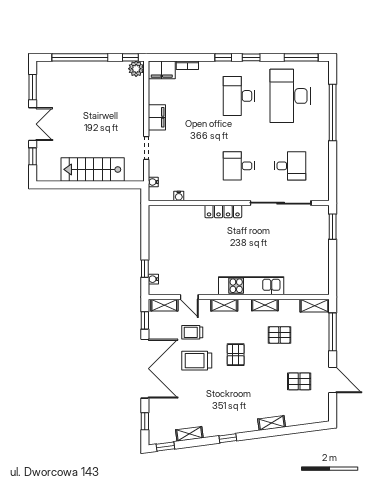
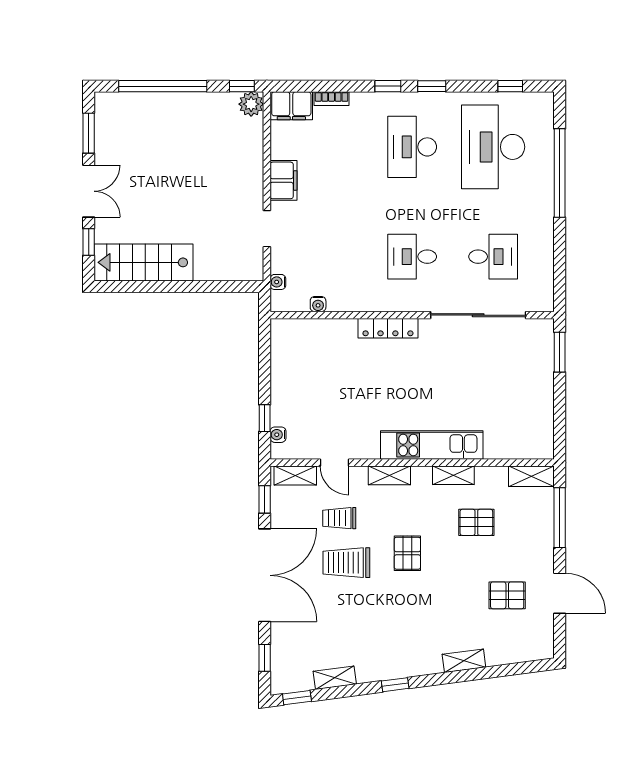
window: (301, 57) -> (510, 86), width x0.46
stairs: (93, 169) -> (143, 262), moved

